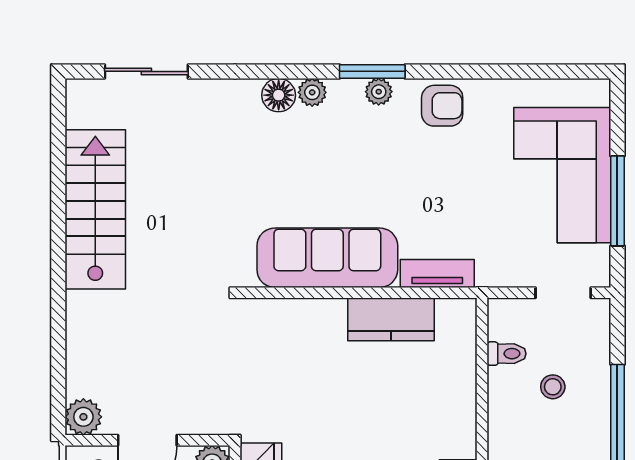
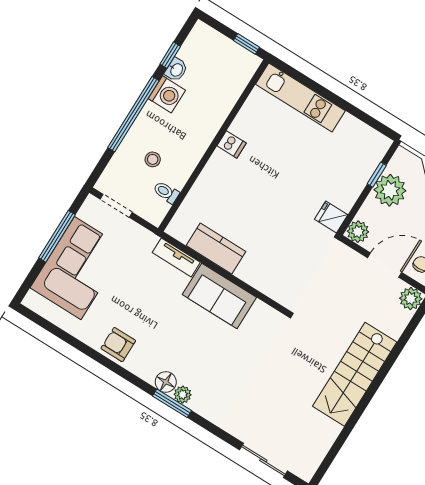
window: (372, 71) -> (172, 403), moved
plant: (379, 92) -> (147, 373), removed
floor lamp: (279, 95) -> (166, 382), moved
stairs: (95, 209) -> (355, 374), moved
sofa: (327, 258) -> (219, 296), width x0.73

